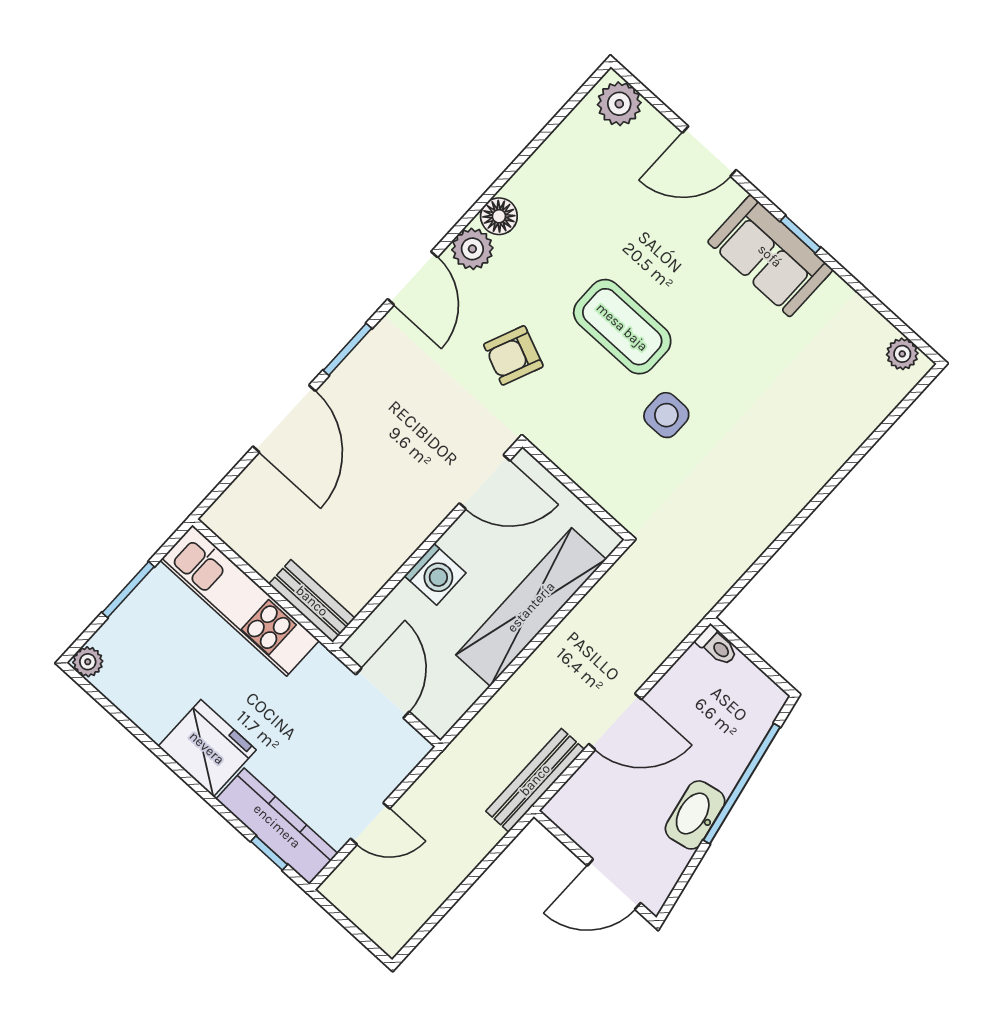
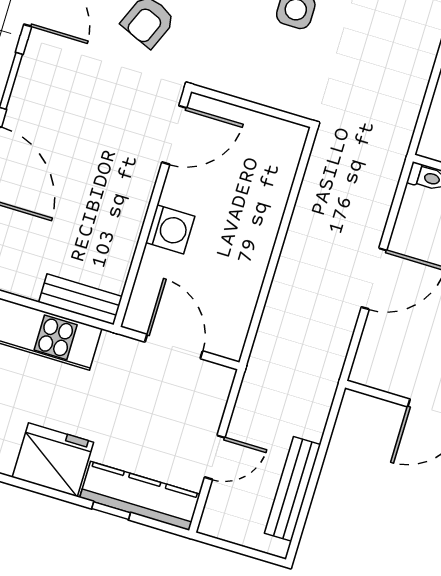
shelving: (531, 607) -> (261, 218), removed
bench: (535, 780) -> (293, 489), moved
window: (269, 853) -> (111, 511), moved

